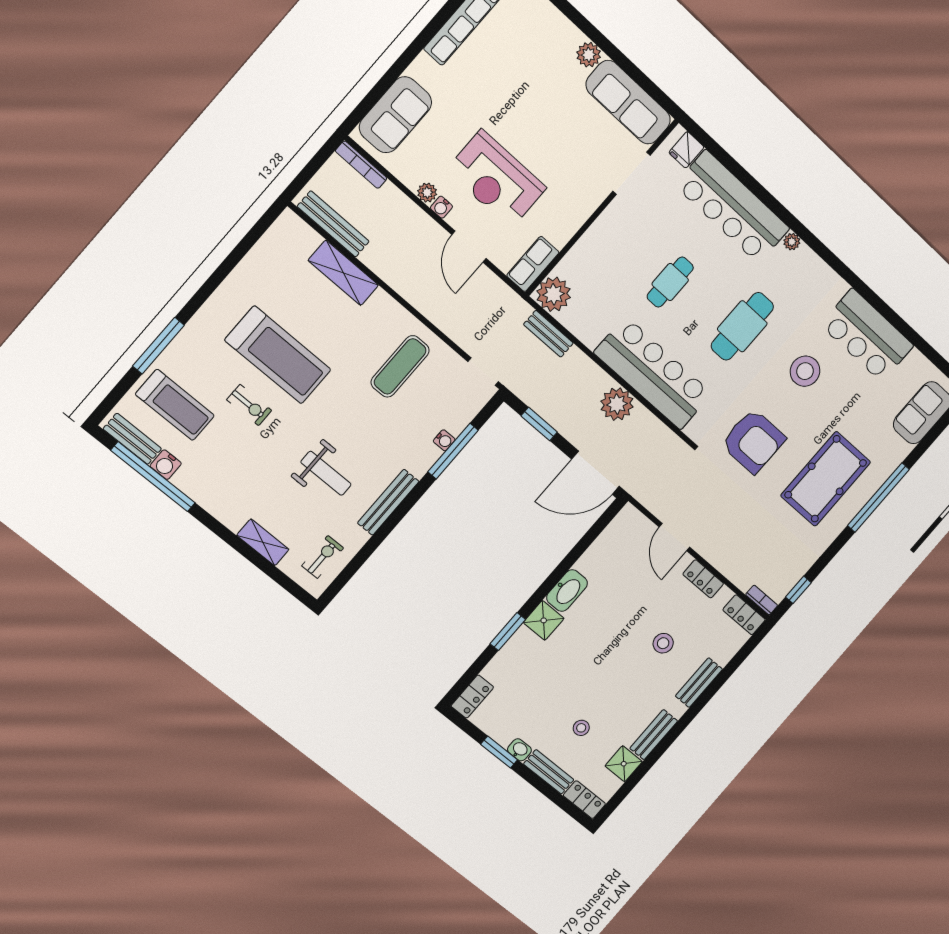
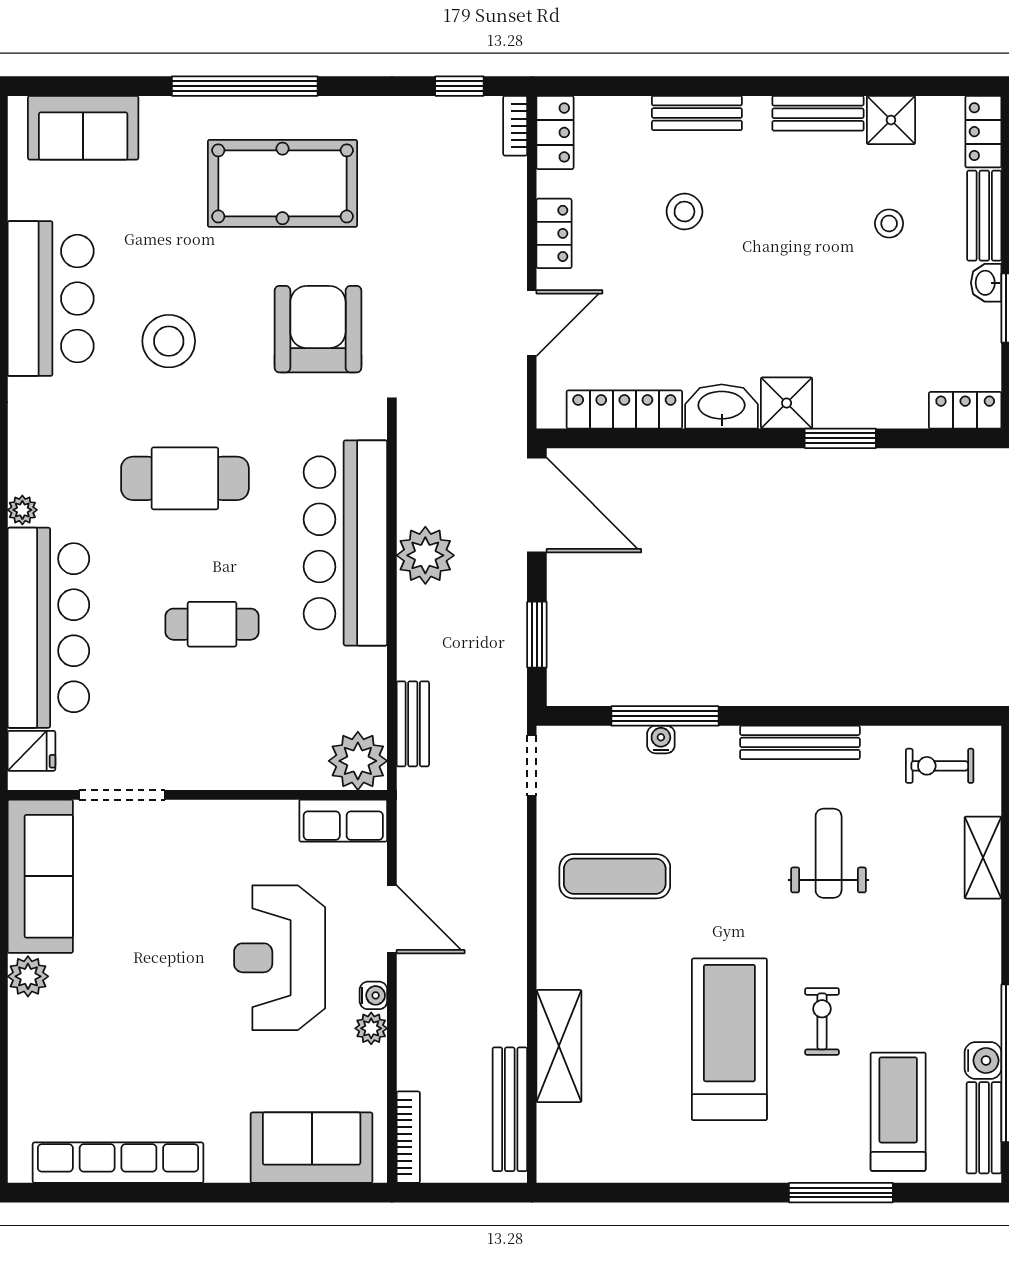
reception desk: (496, 179) -> (280, 958), turned 180
door: (469, 247) -> (392, 919), hinge flipped
locker: (603, 547) -> (624, 410), added

